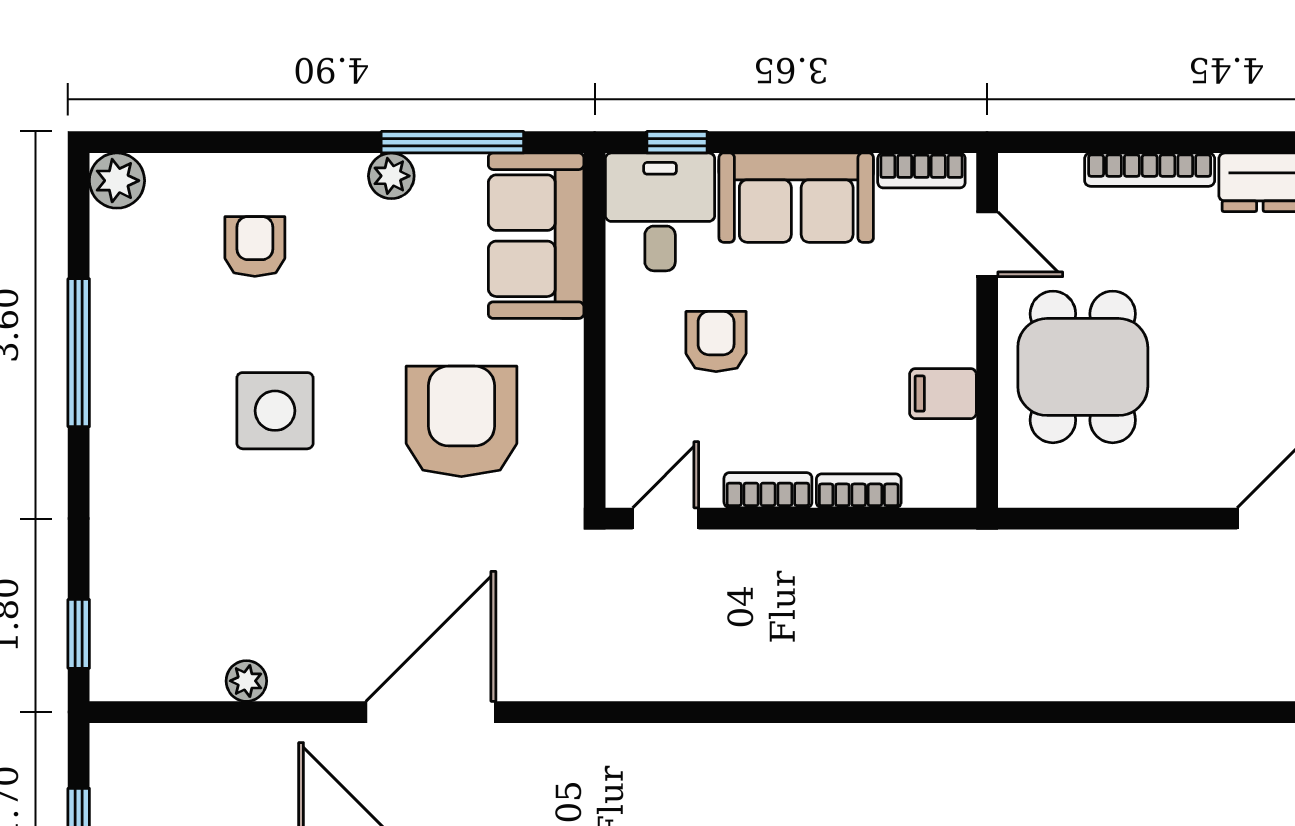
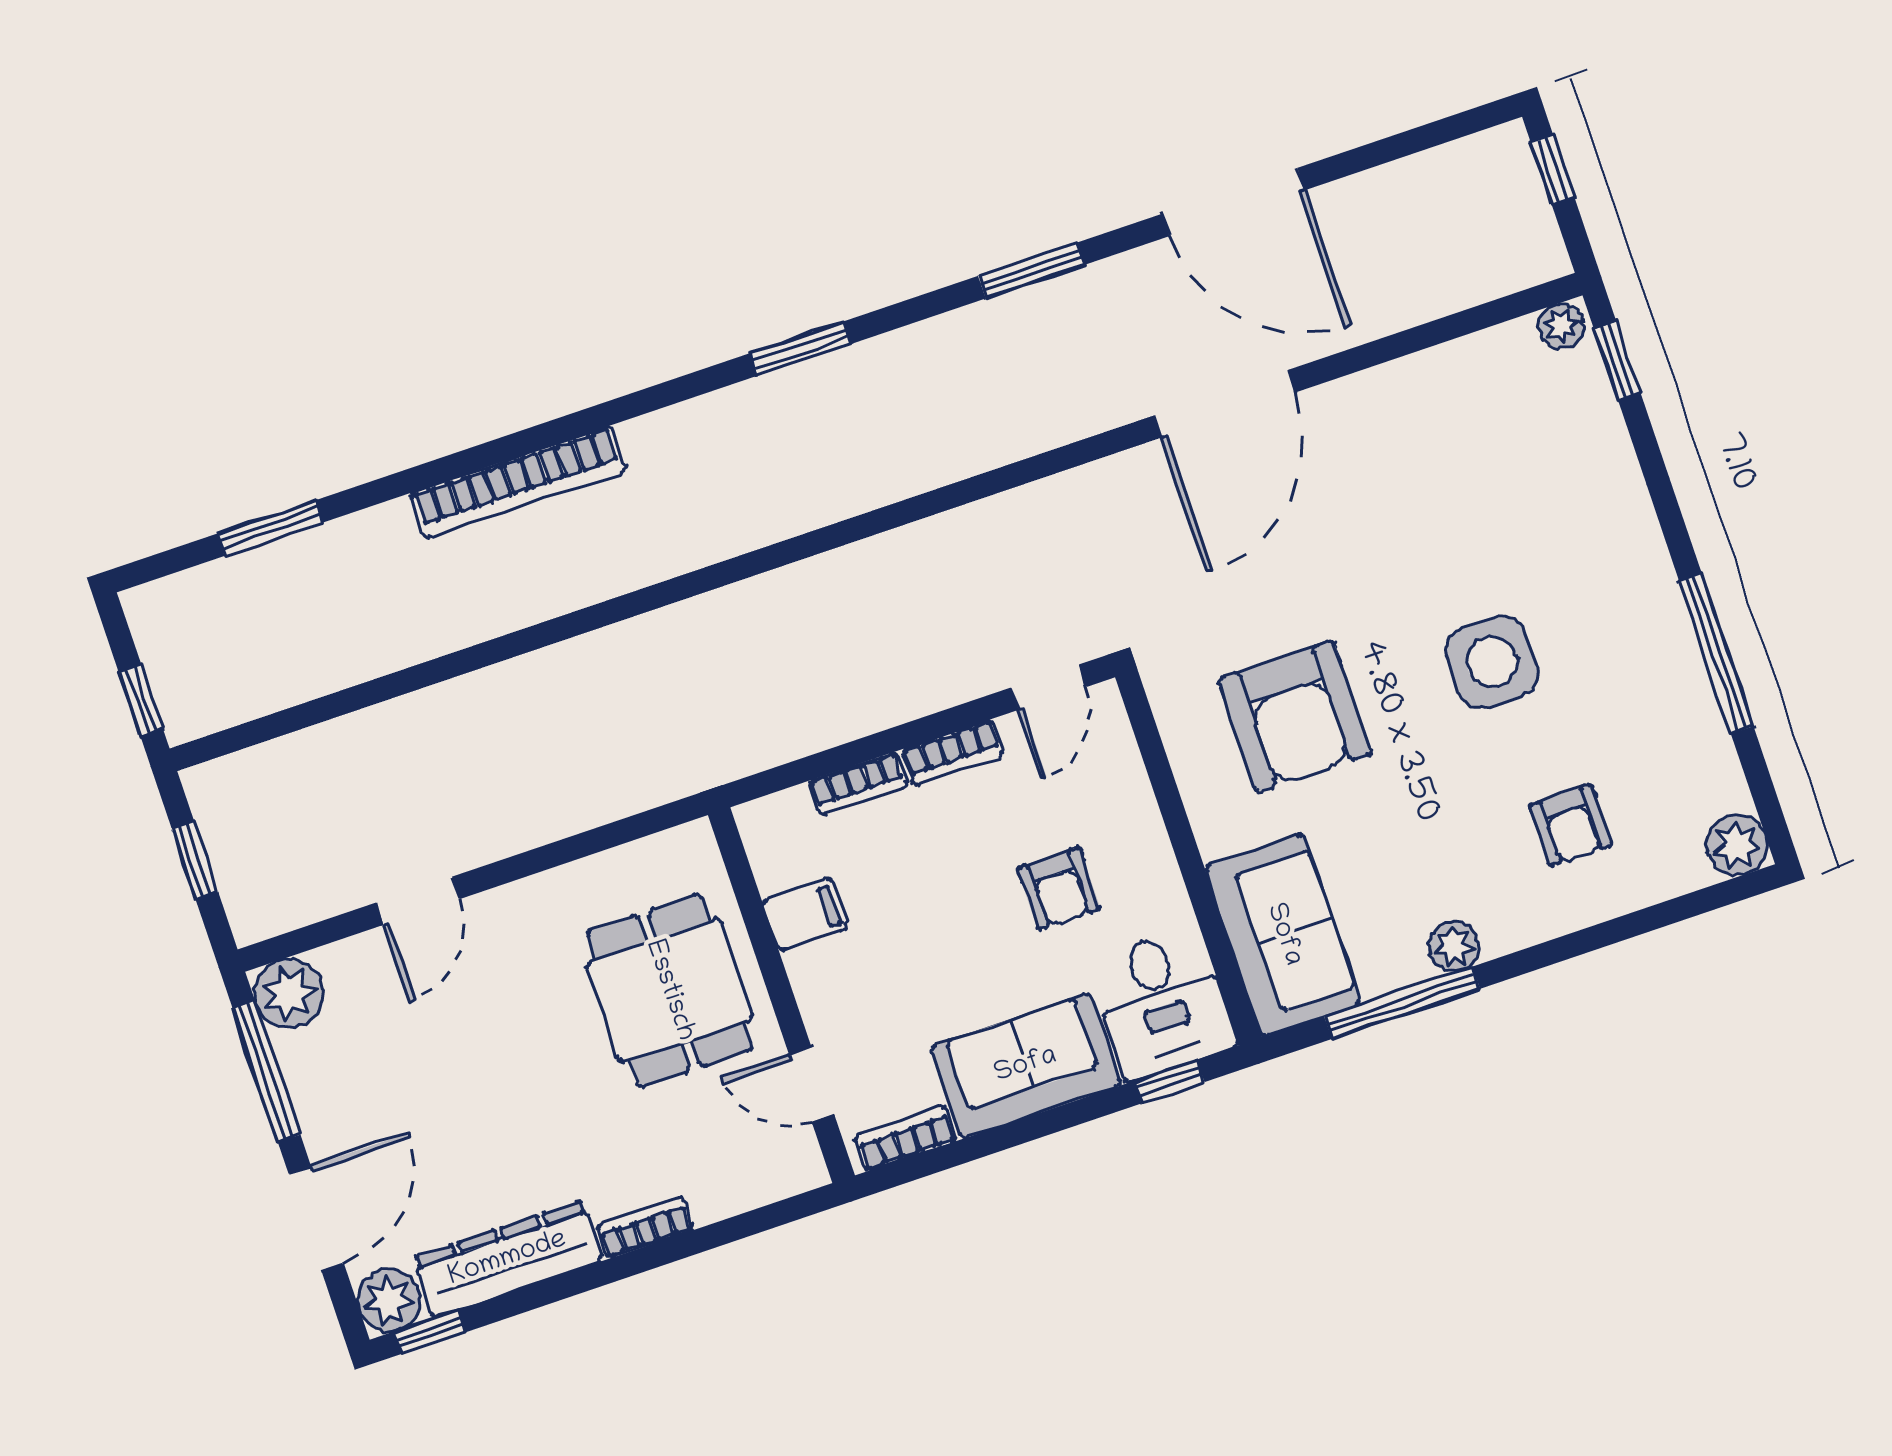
bookcase: (1150, 170) -> (645, 1227), width x0.64
plant: (246, 681) -> (1561, 326), moved

